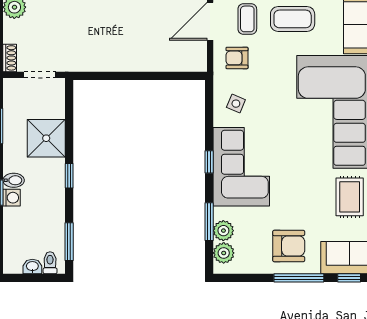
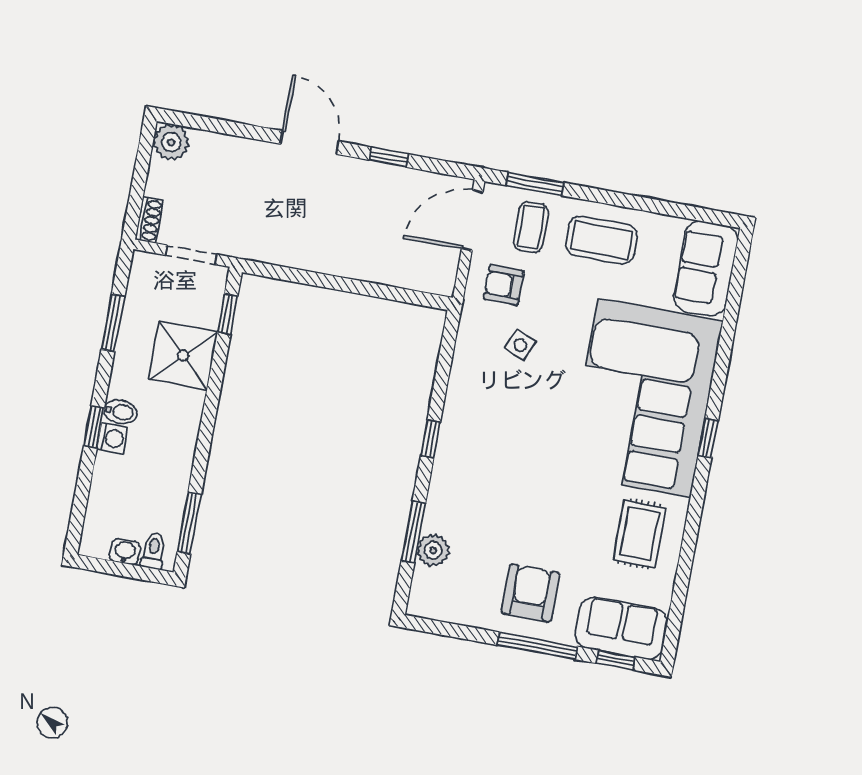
side table: (236, 104) -> (520, 345), moved
corner sofa: (241, 167) -> (479, 456), removed
window: (69, 176) -> (228, 314), moved
armchair: (289, 246) -> (530, 593), turned -90
plant: (224, 253) -> (427, 585), removed

